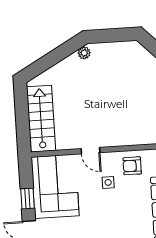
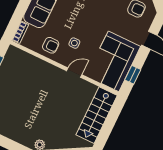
door: (90, 151) -> (74, 73), hinge flipped
window: (28, 199) -> (133, 75), moved

